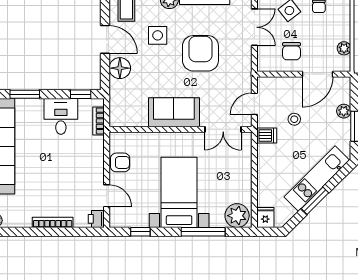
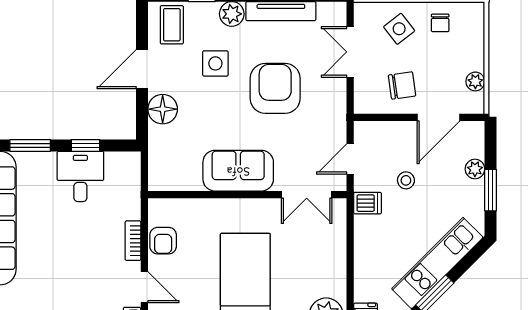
double door: (254, 27) -> (350, 52), swing flipped
door: (105, 39) -> (142, 69), swing flipped
chair: (291, 51) -> (402, 85), turned -98
window: (81, 94) -> (86, 145), moved
bookcase: (99, 121) -> (133, 241), moved
armchair: (120, 162) -> (163, 241), turned 90

